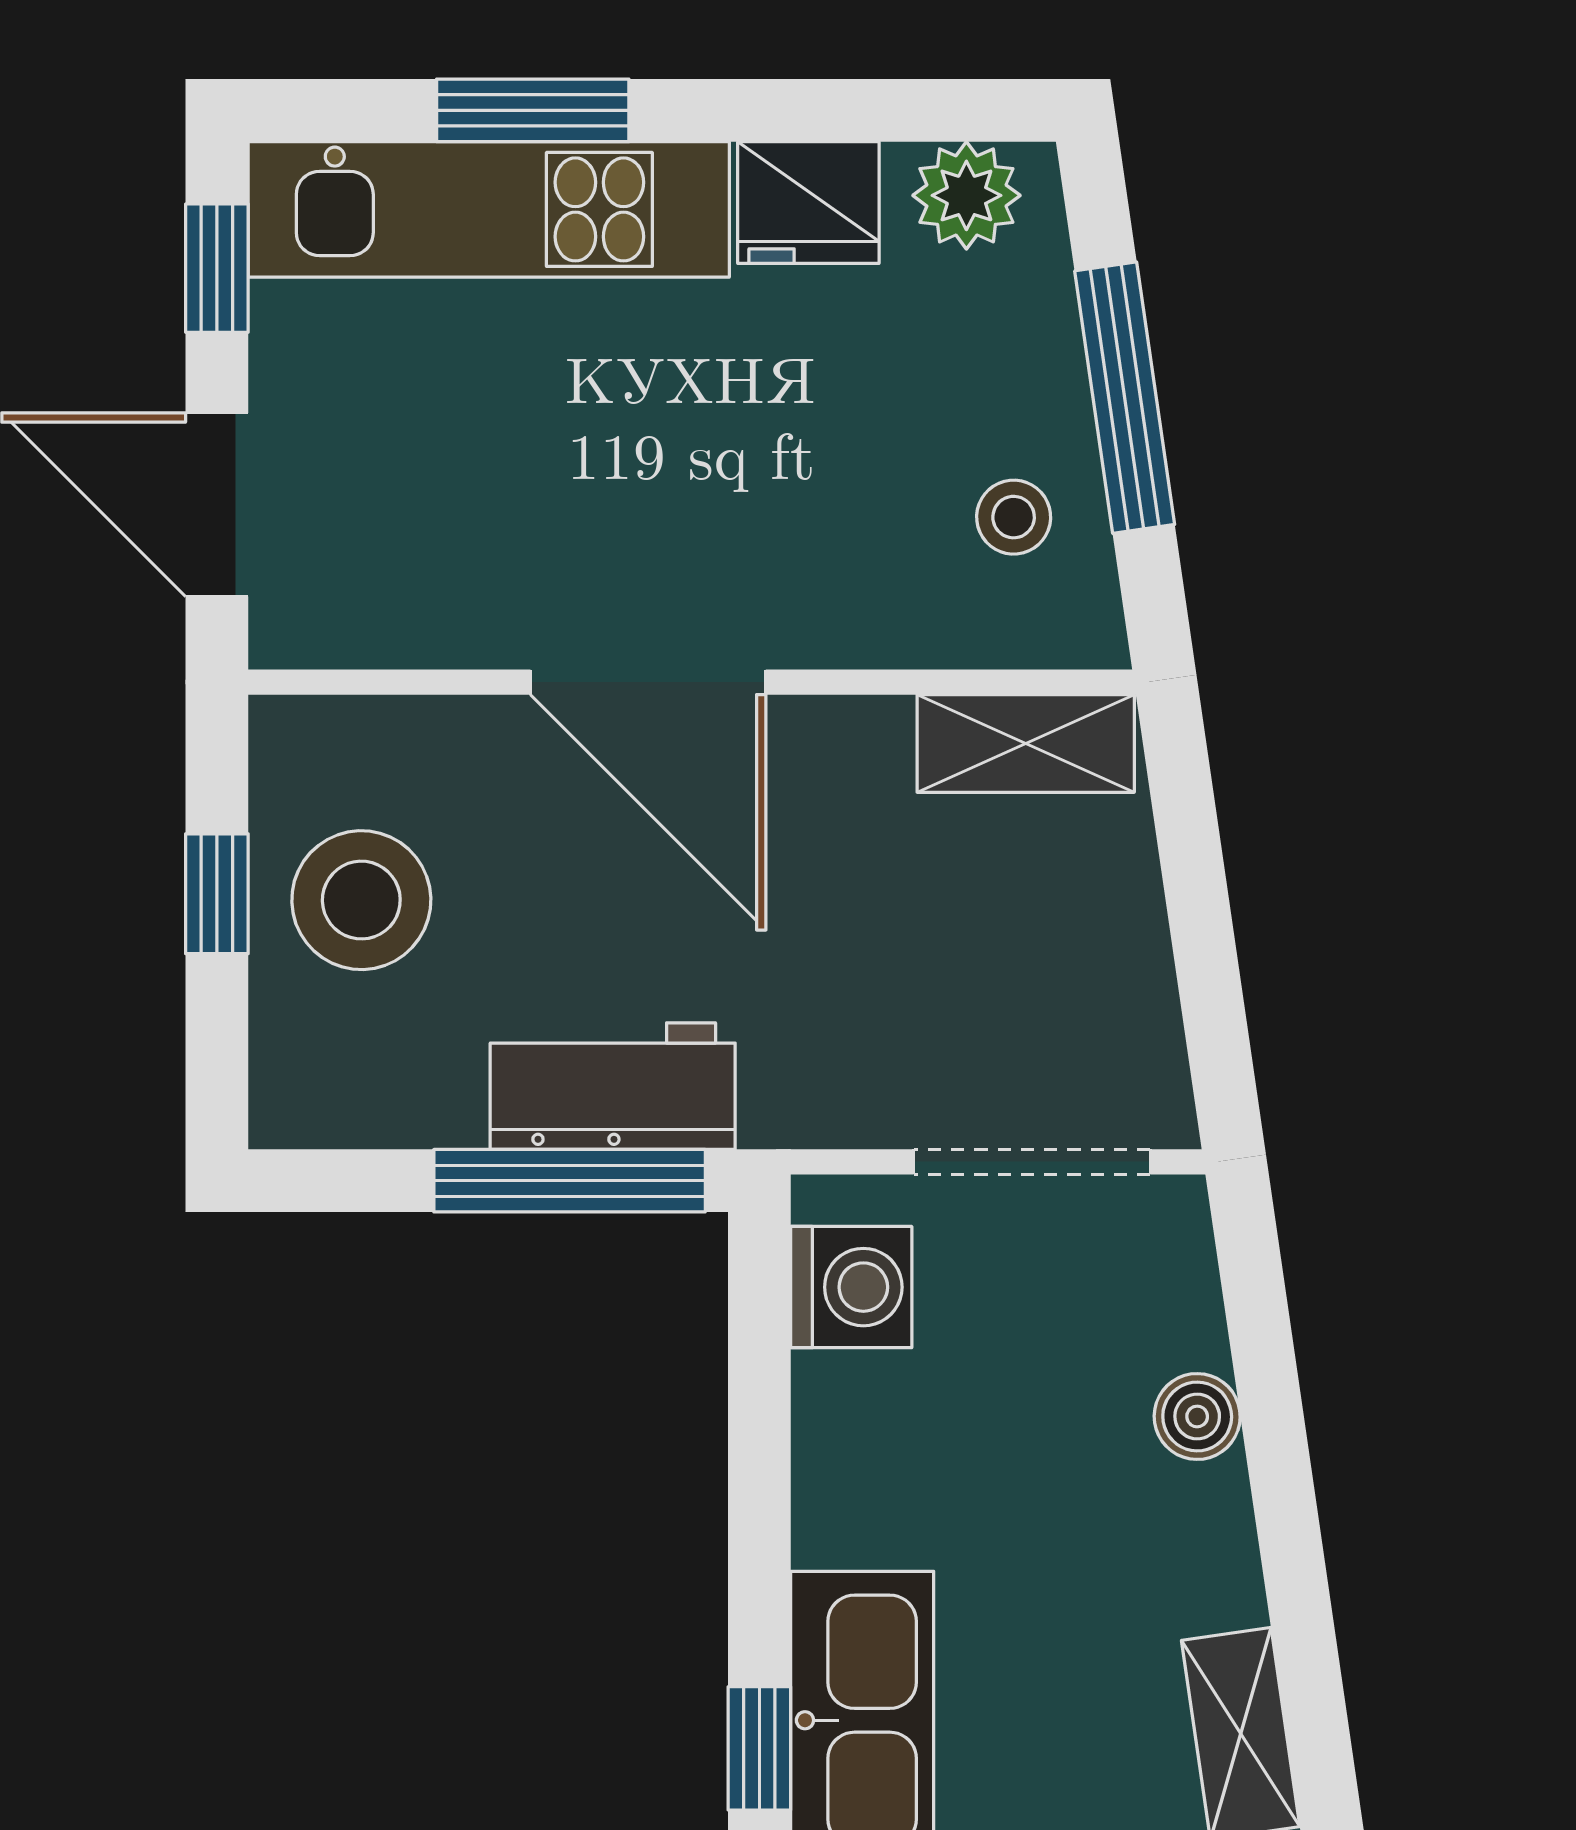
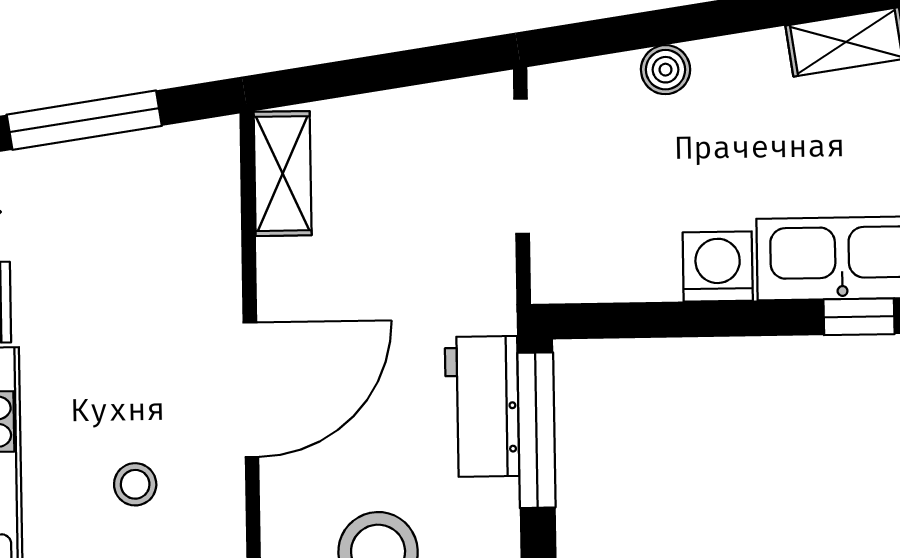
stool: (1014, 517) -> (135, 484), moved
washing machine: (851, 1287) -> (718, 266), moved

